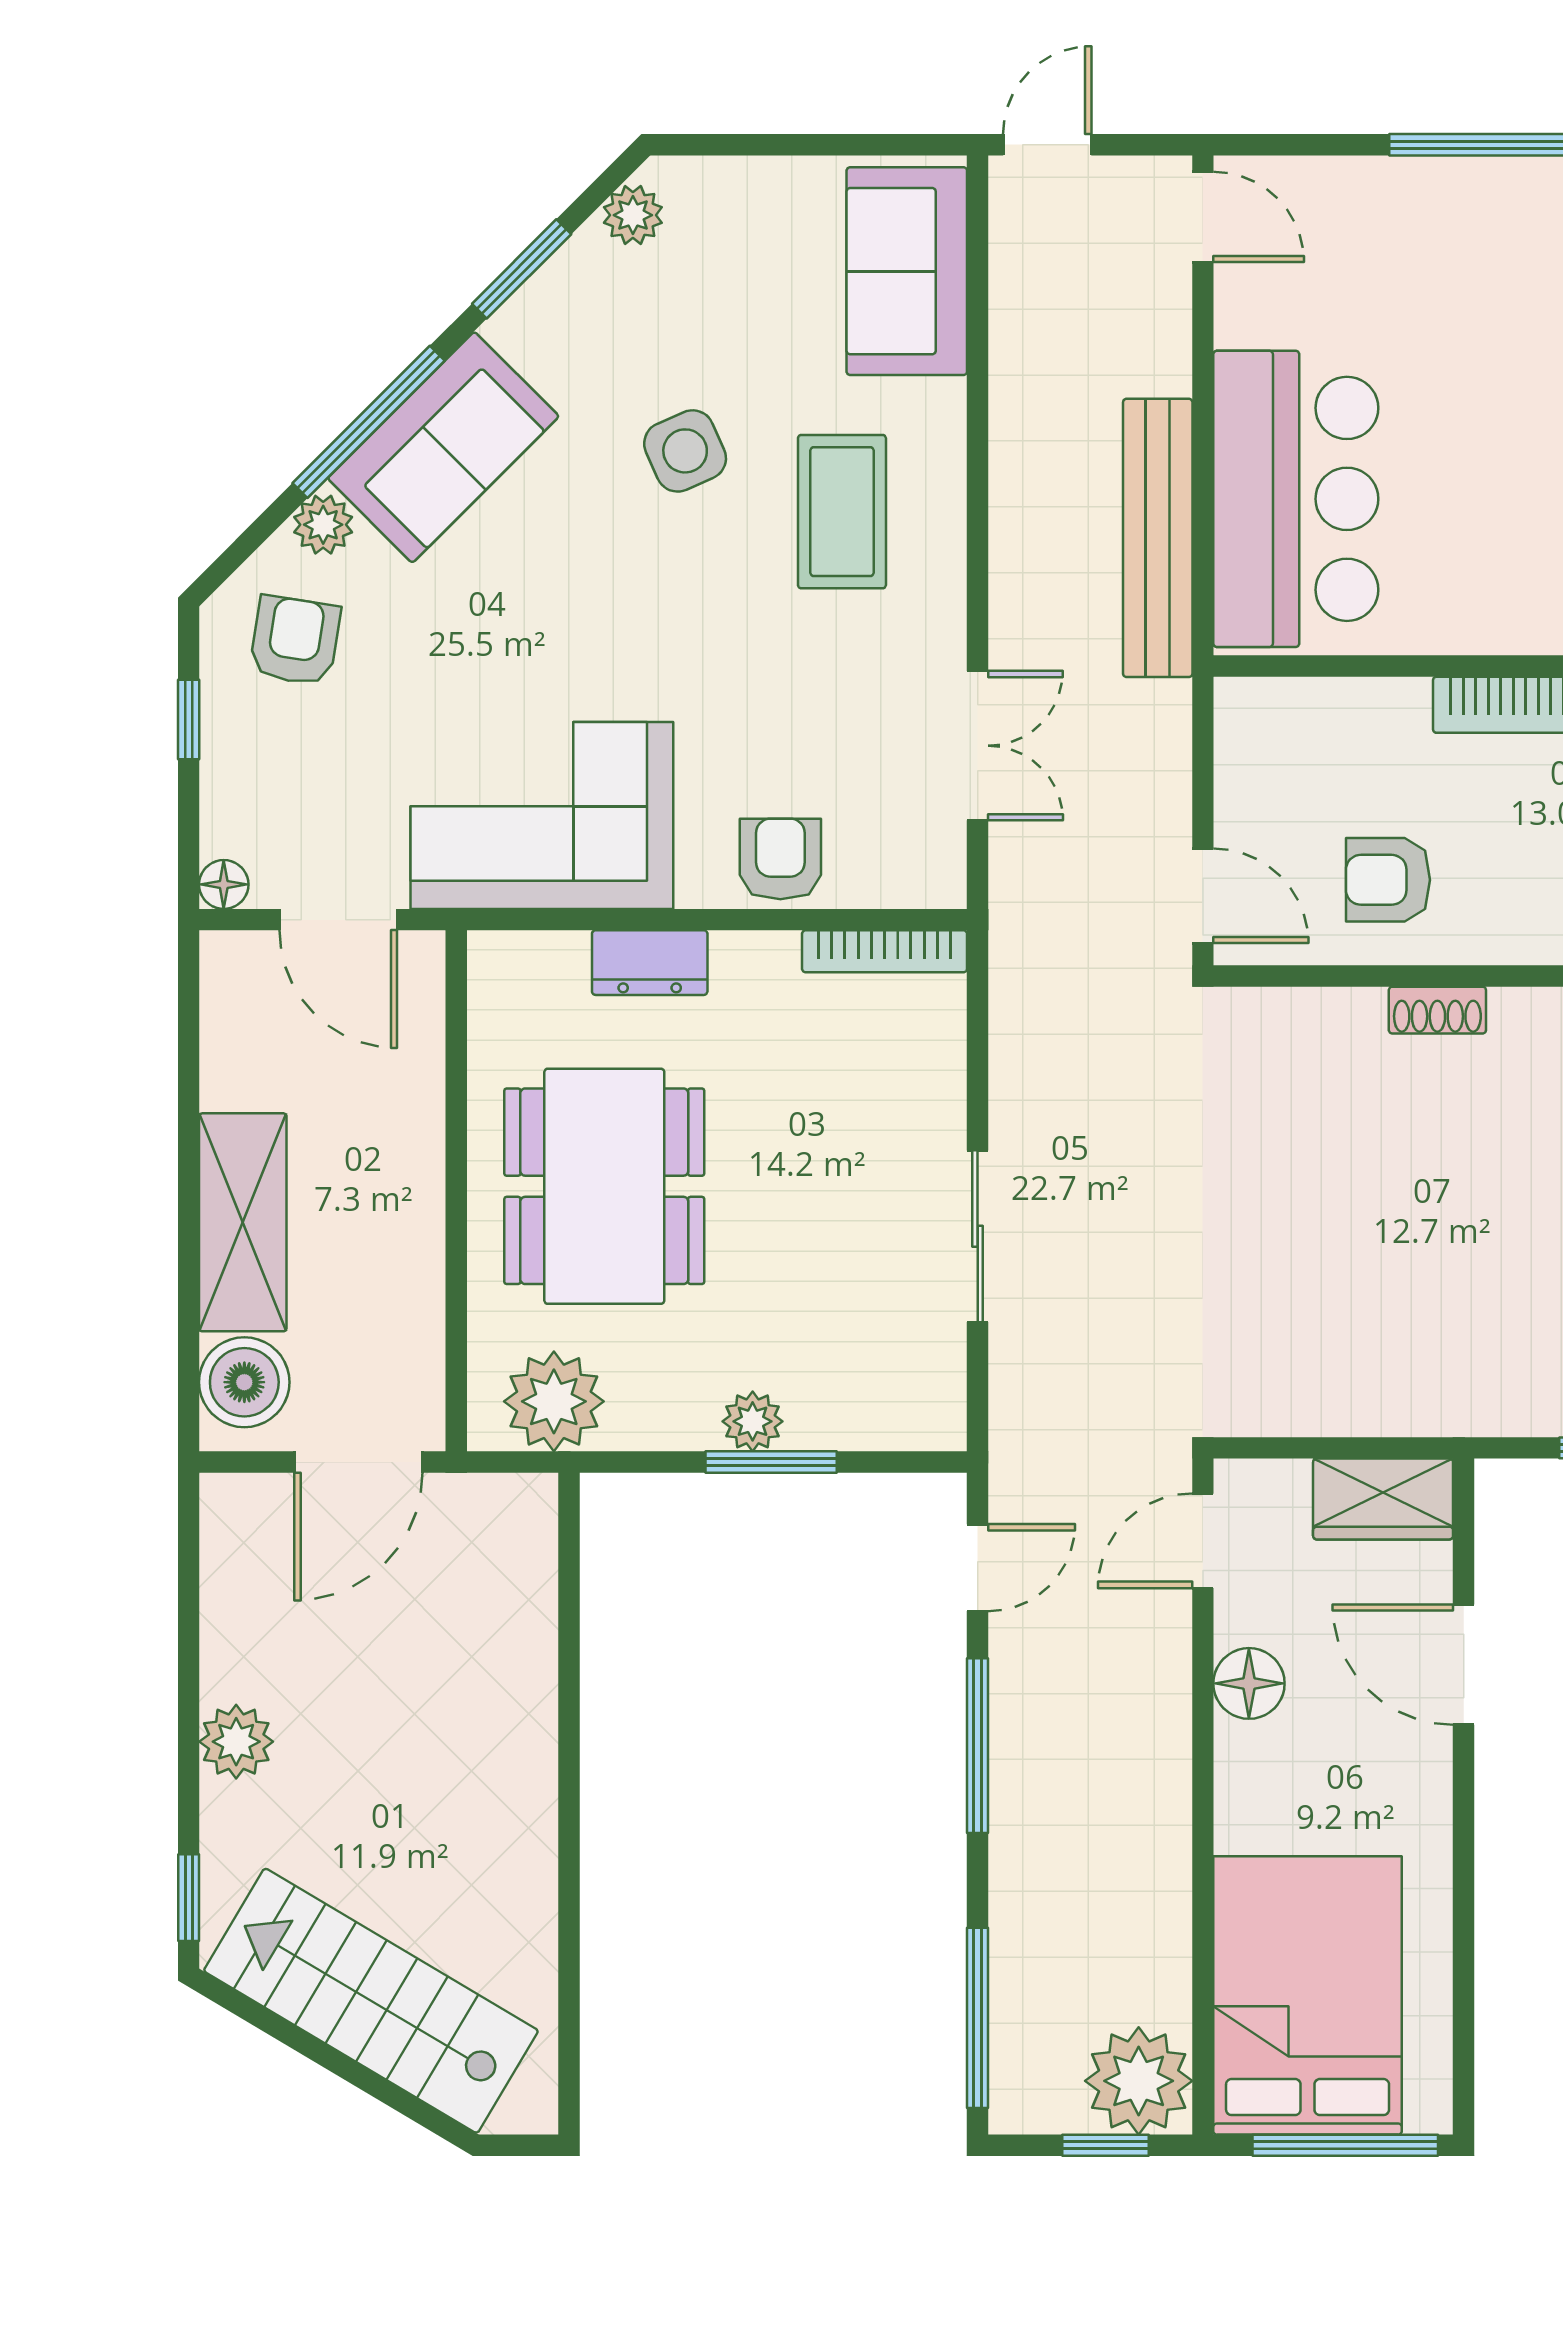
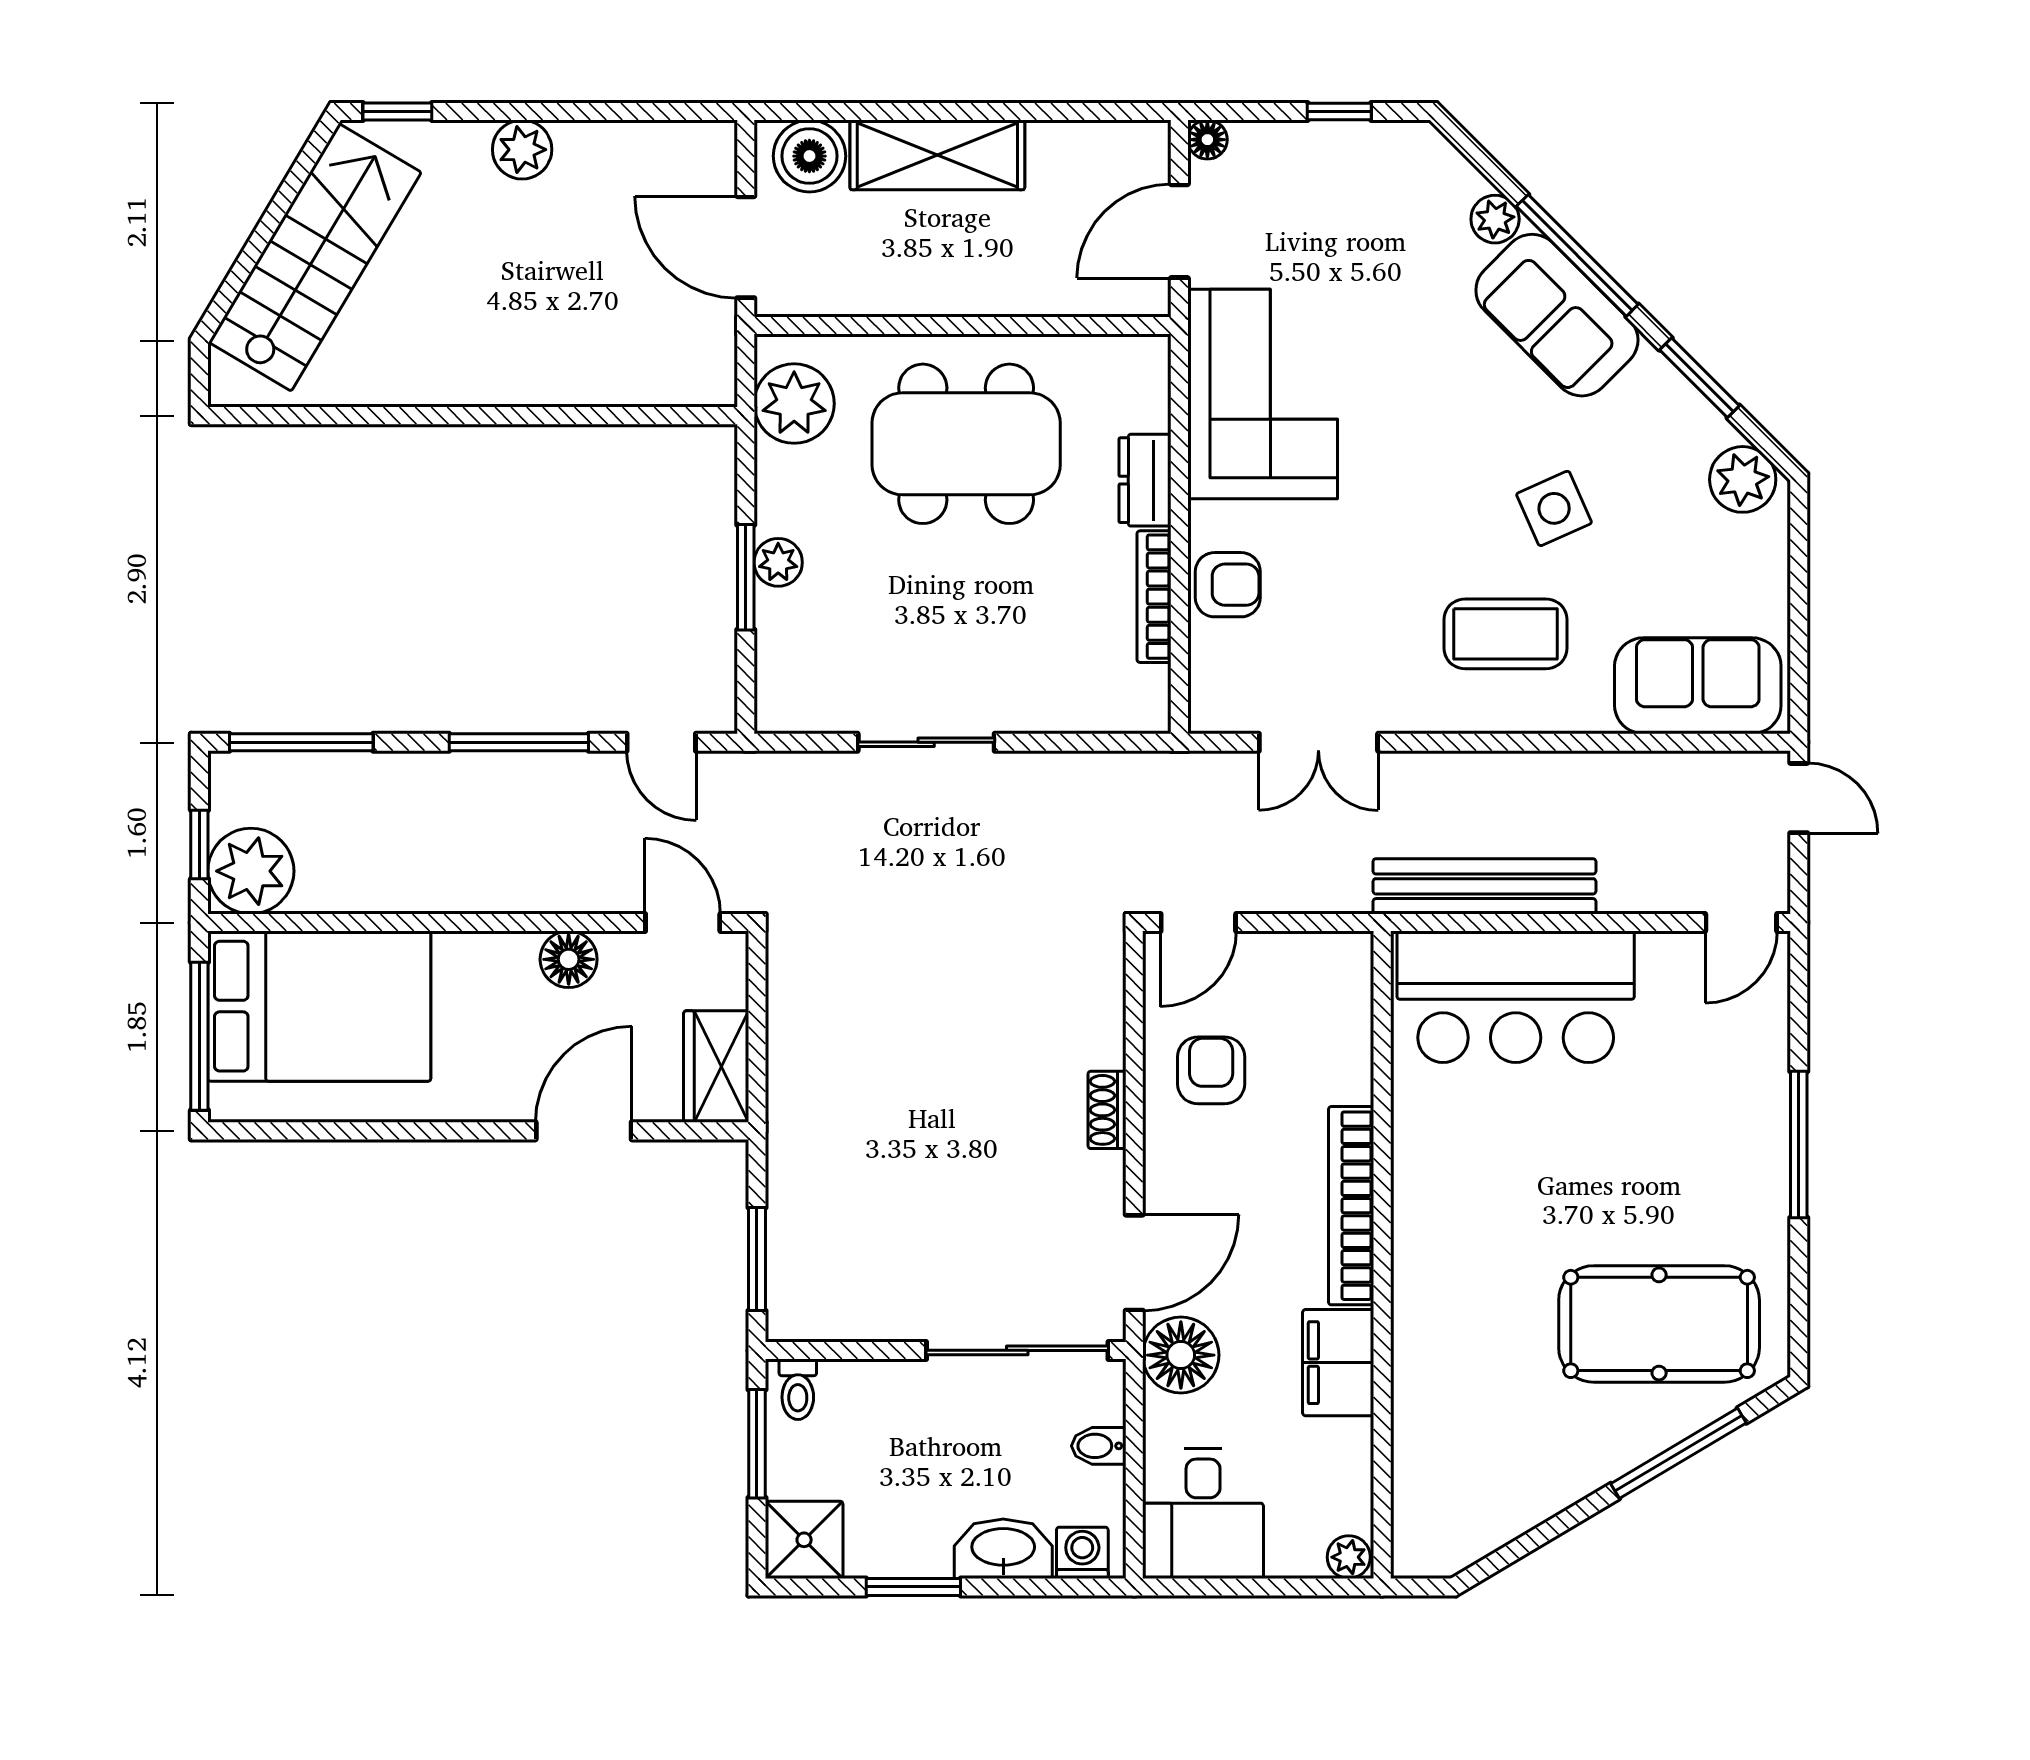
plant: (633, 215) -> (1743, 479), width x1.38, depth x1.38
armchair: (295, 641) -> (1402, 197), removed
bookcase: (885, 951) -> (1154, 597), moved

